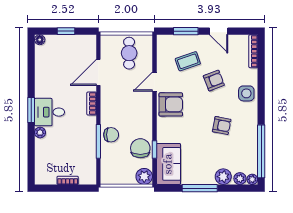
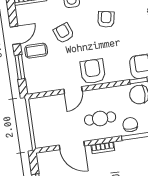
cafe table: (129, 53) -> (100, 118), moved
coffee table: (188, 61) -> (36, 51), moved, turned -71
door: (154, 82) -> (73, 90), hinge flipped

